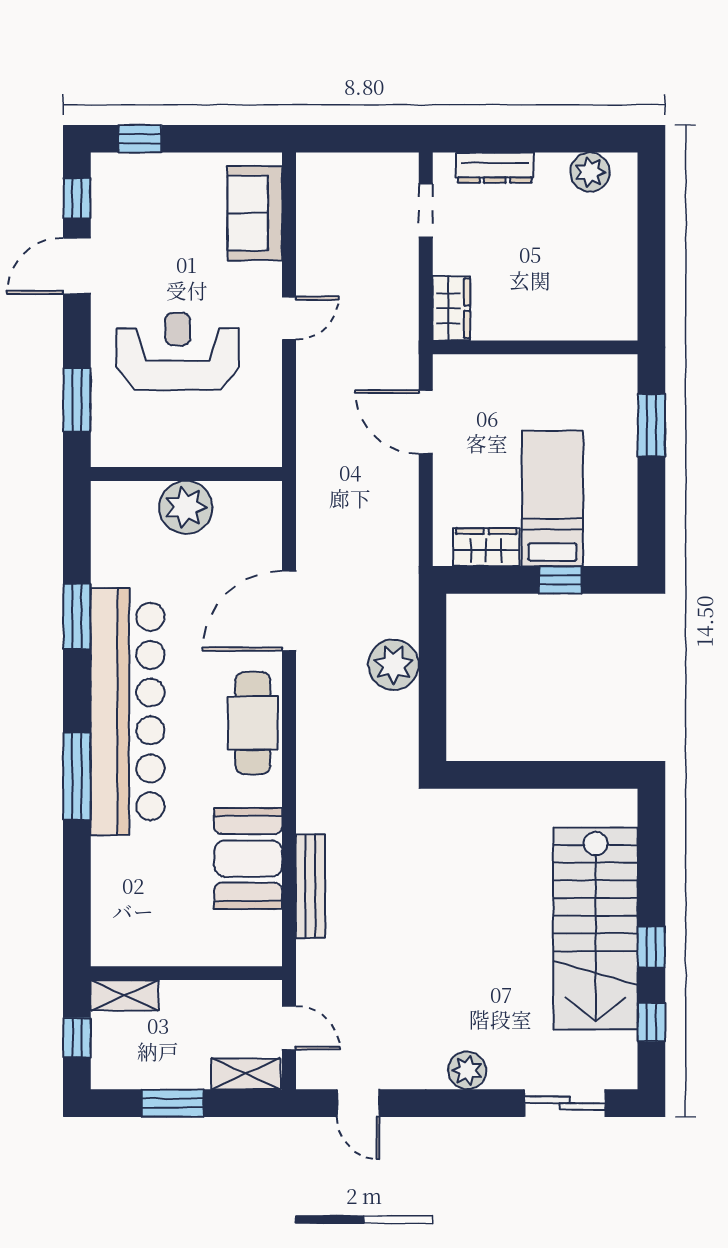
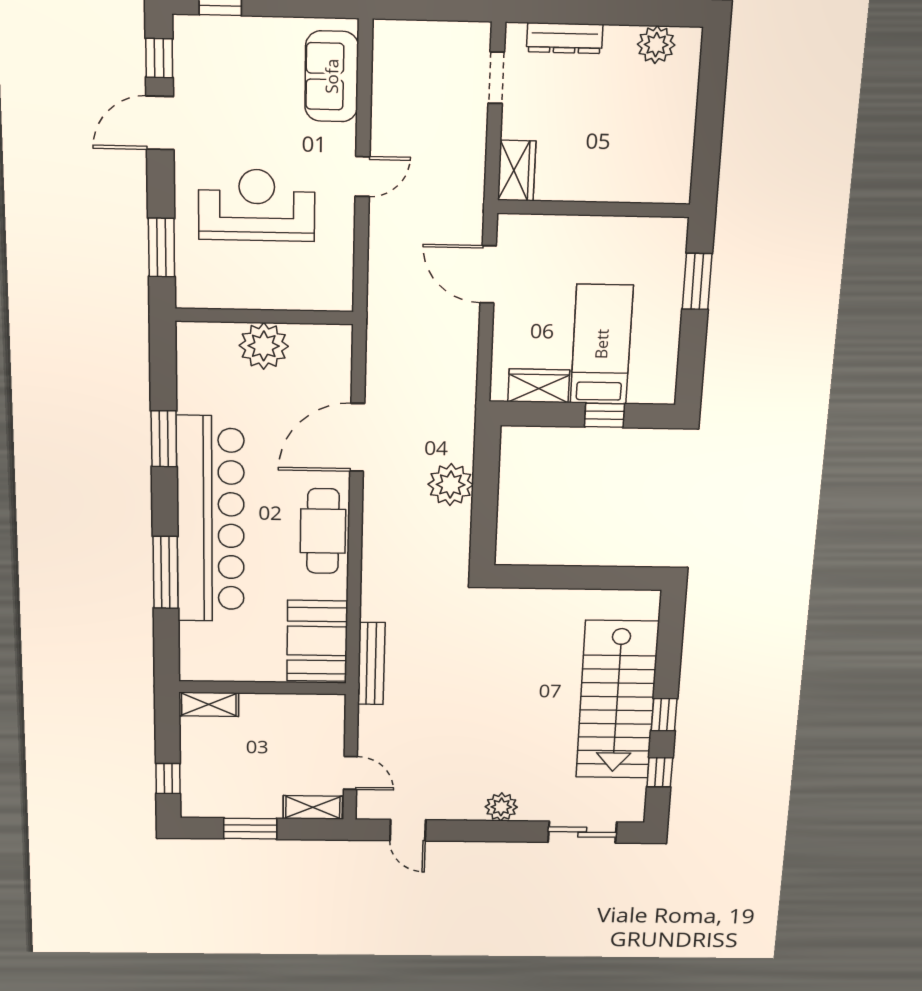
wall: (186, 973) -> (263, 688), moved
shelving: (125, 995) -> (209, 704), moved

